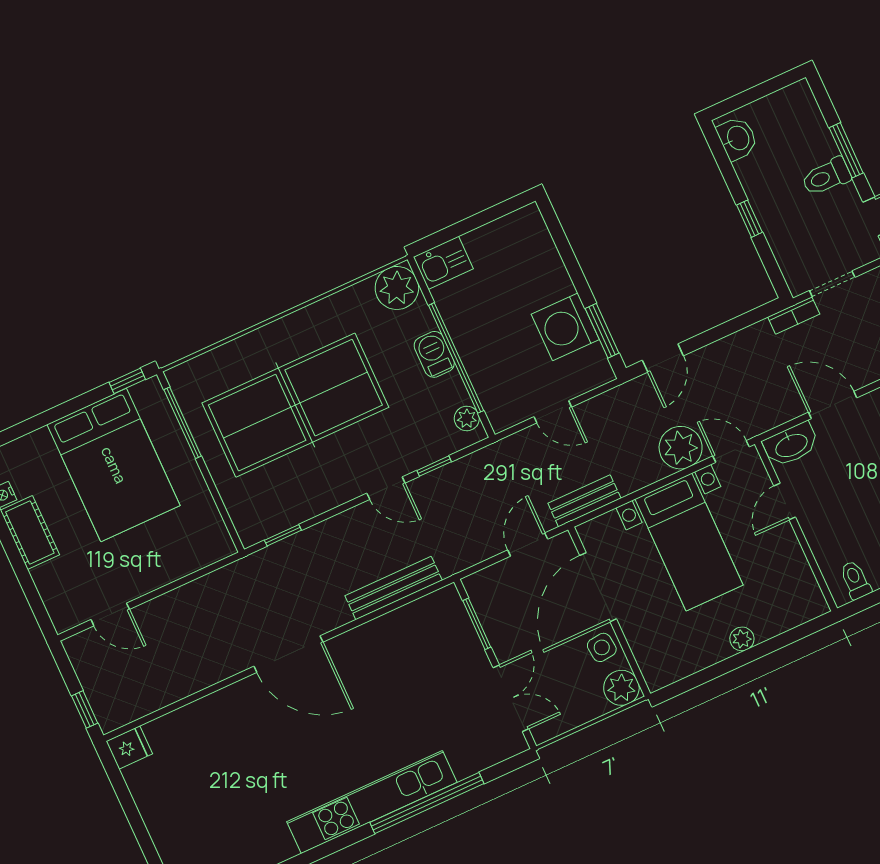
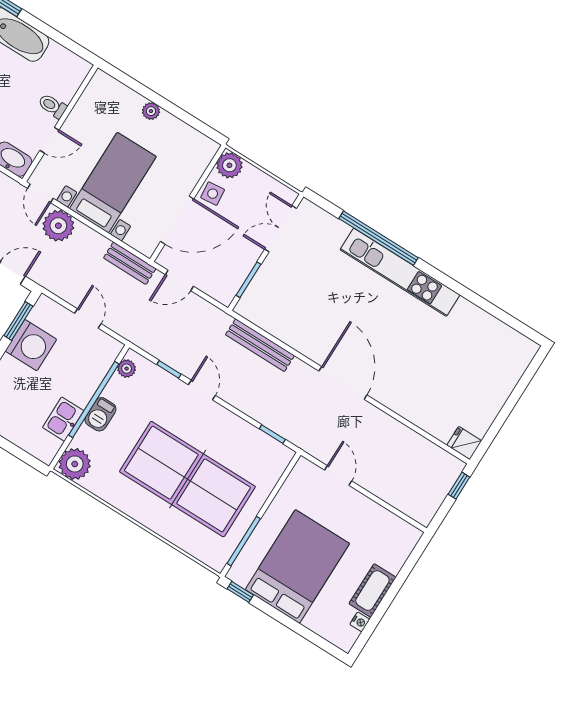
kitchen sink: (443, 263) -> (63, 419), moved, turned -90
toilet: (855, 580) -> (52, 106), moved, turned 90
door: (110, 614) -> (338, 476), moved

